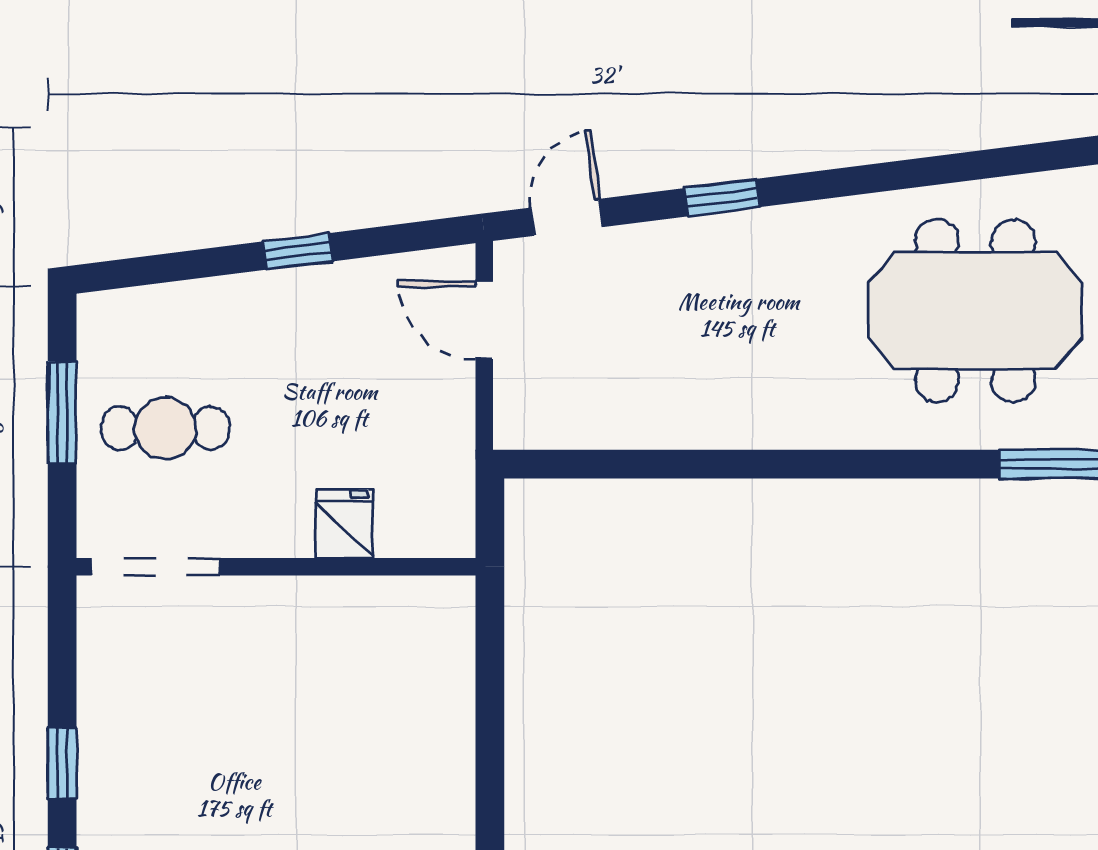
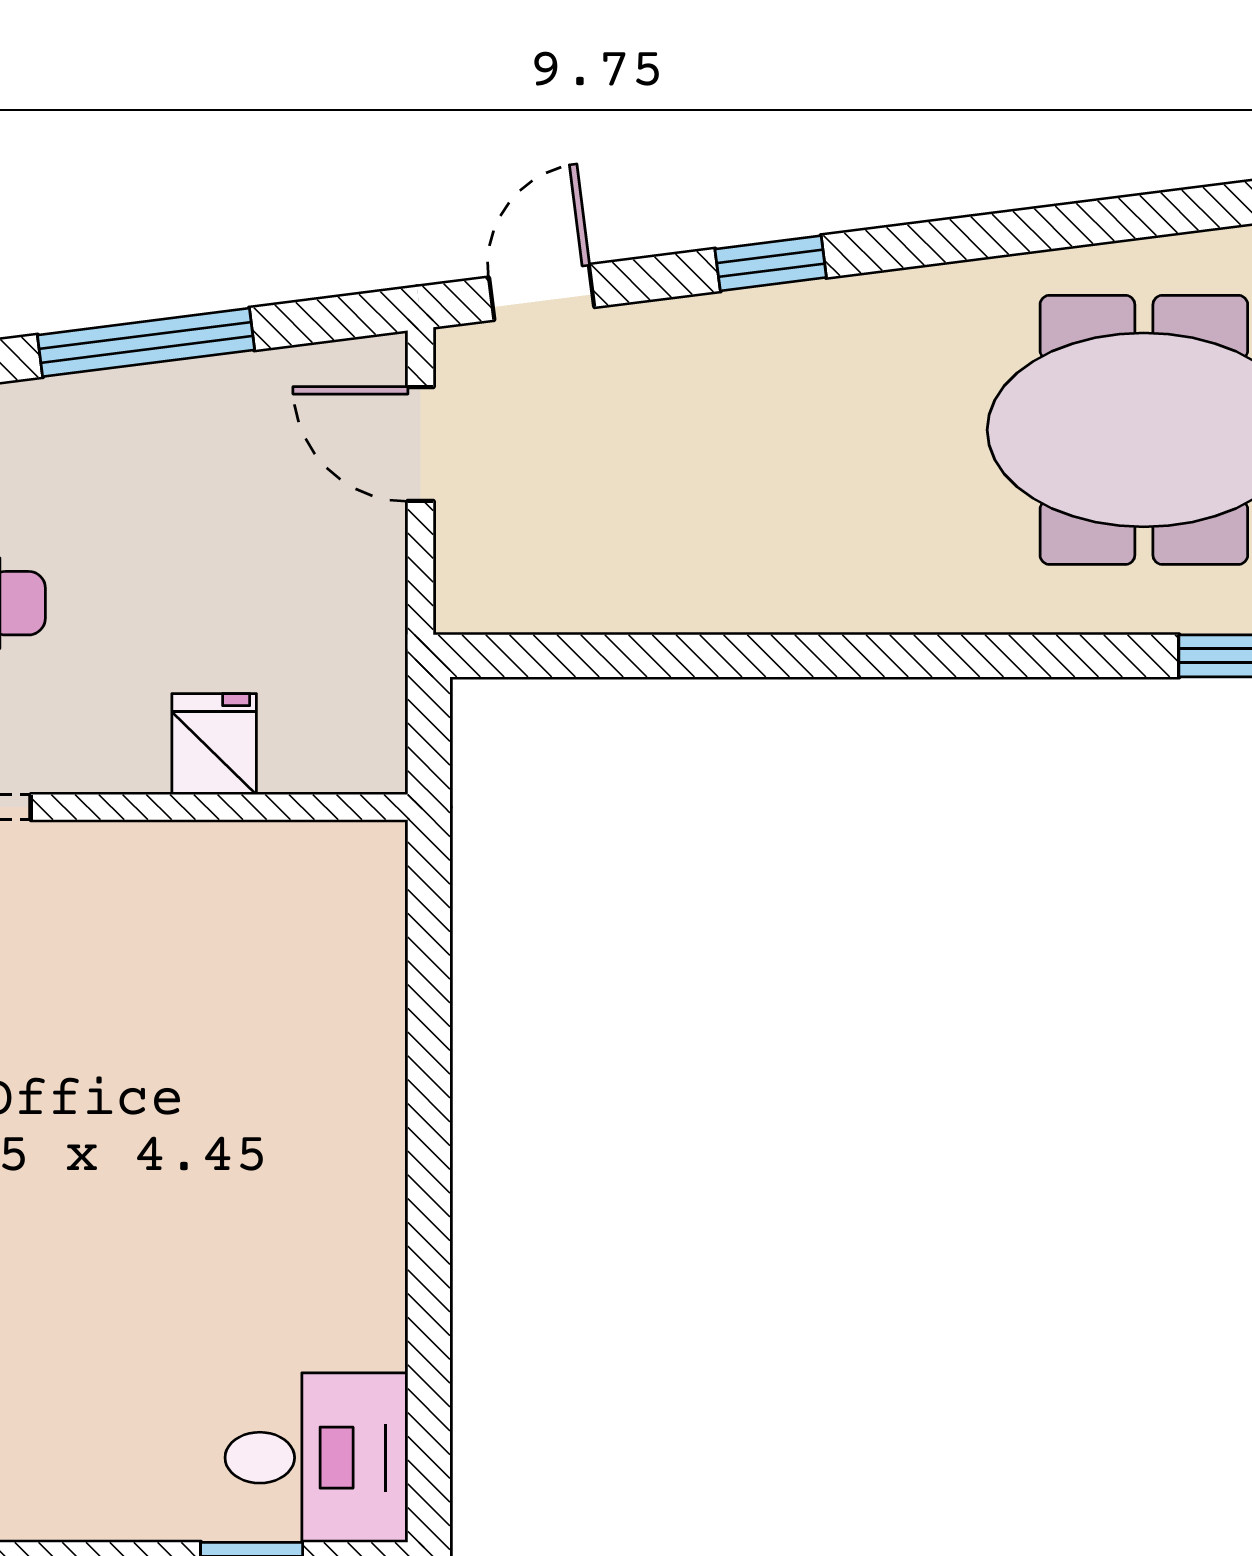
window: (298, 251) -> (146, 342), width x2.17

